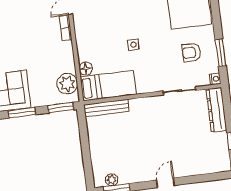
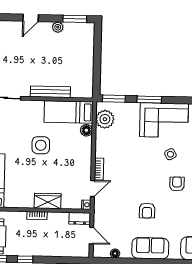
side table: (133, 45) -> (41, 145), width x1.87, depth x1.87
bench: (106, 108) -> (50, 92), moved
plant: (112, 180) -> (58, 27), moved

